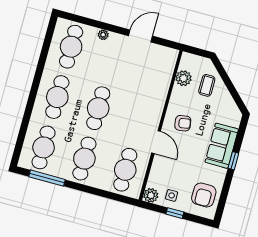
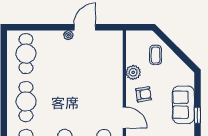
plant: (103, 35) -> (68, 35), moved
plant: (184, 78) -> (133, 72), moved
cafe table: (98, 108) -> (65, 102), removed

